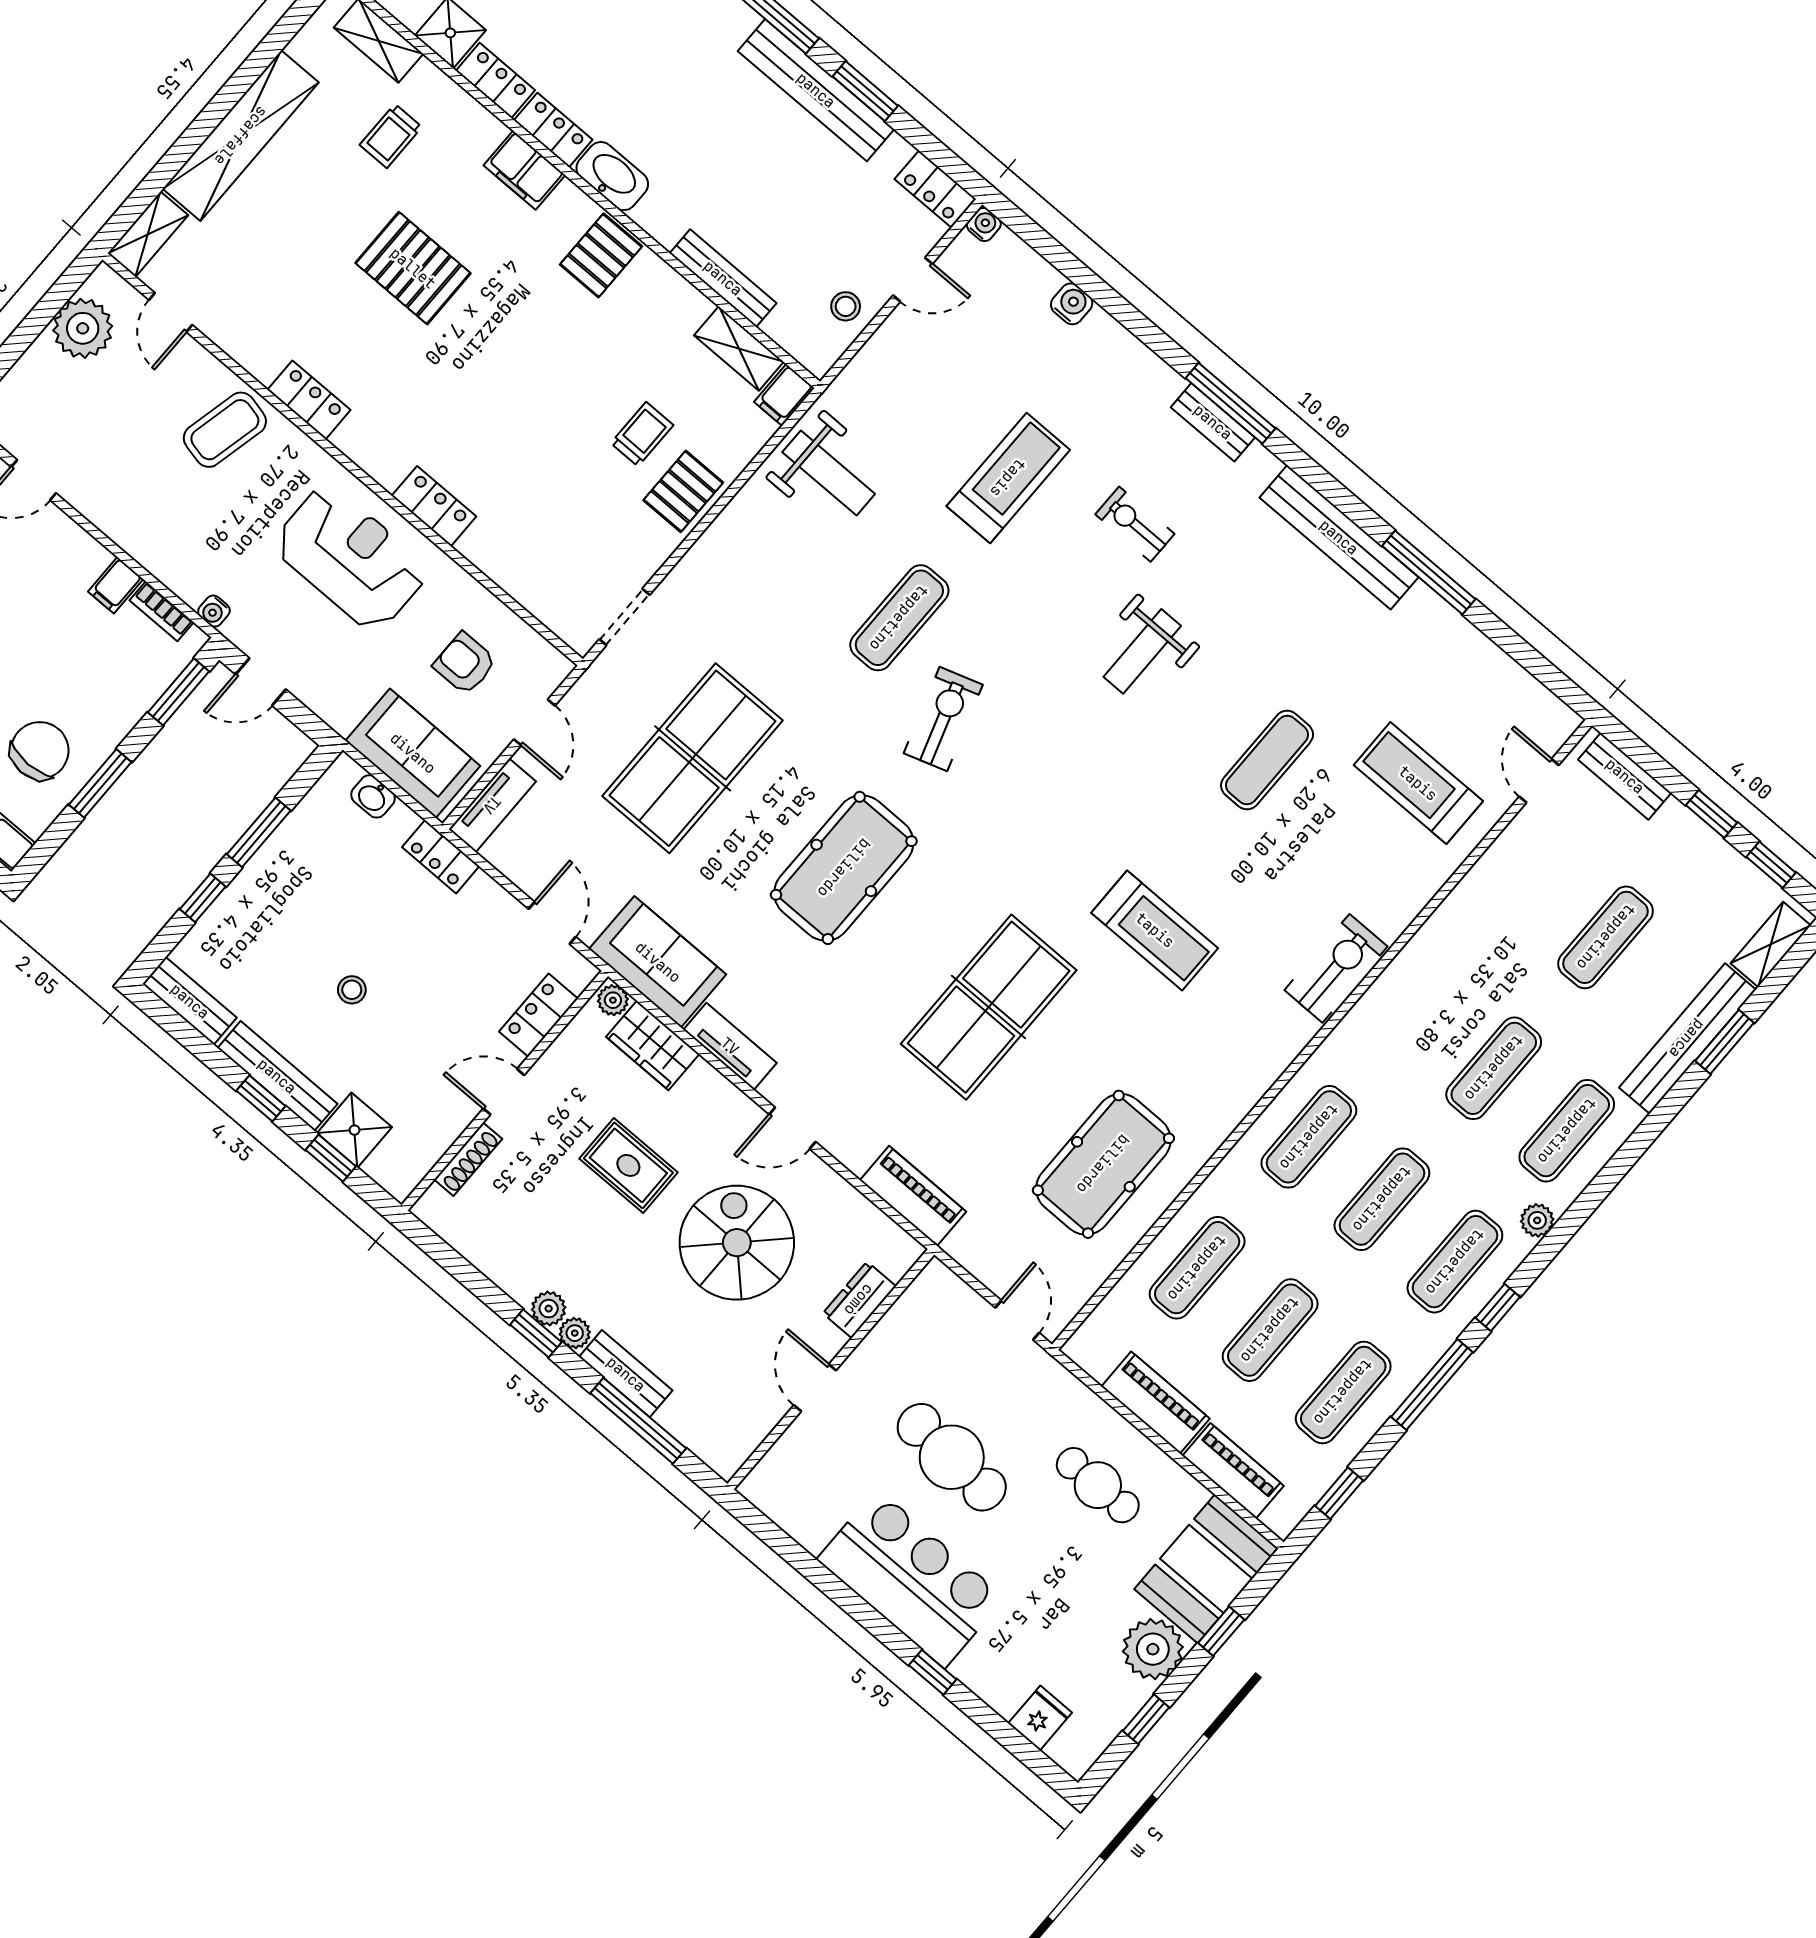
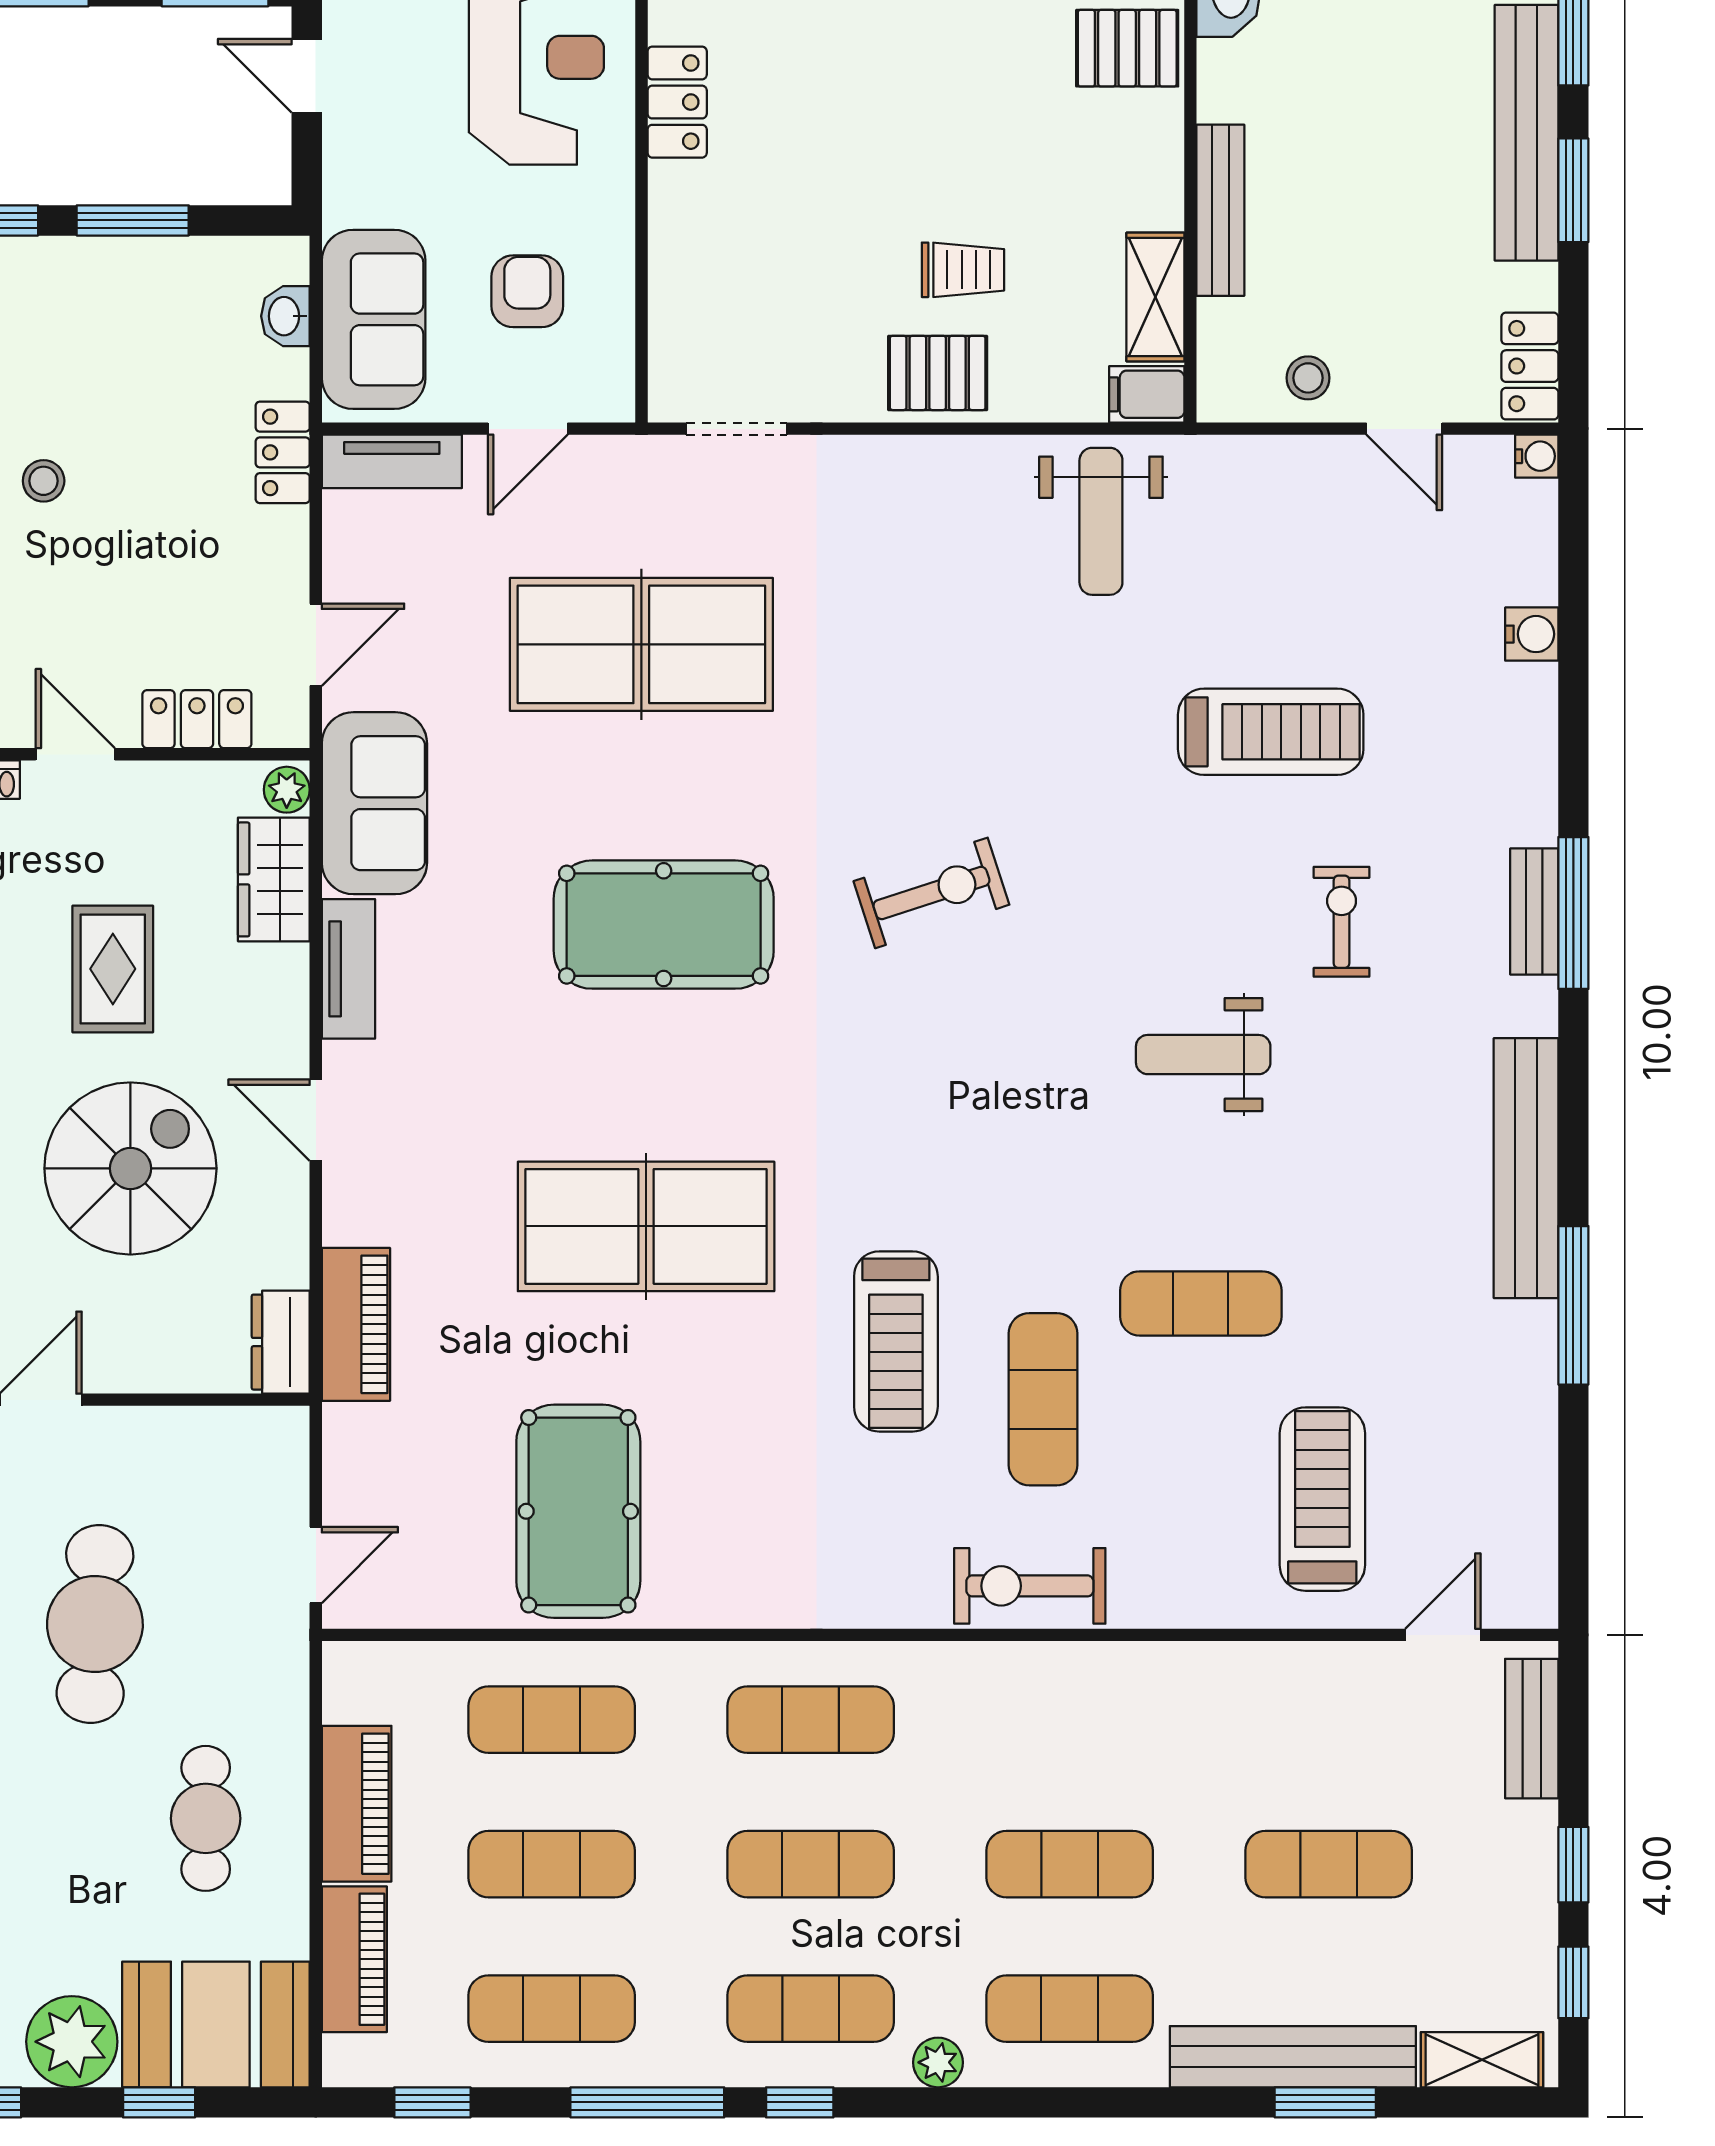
exercise mat: (899, 618) -> (1043, 1399), moved, turned 90
exercise bike: (1336, 968) -> (1030, 1586), turned 180
pool table: (1103, 1164) -> (578, 1511), turned 90
dresser: (859, 1300) -> (281, 1342), moved, turned -90

